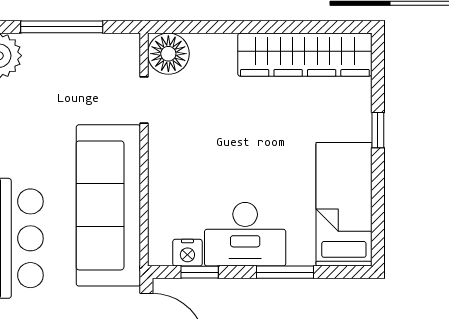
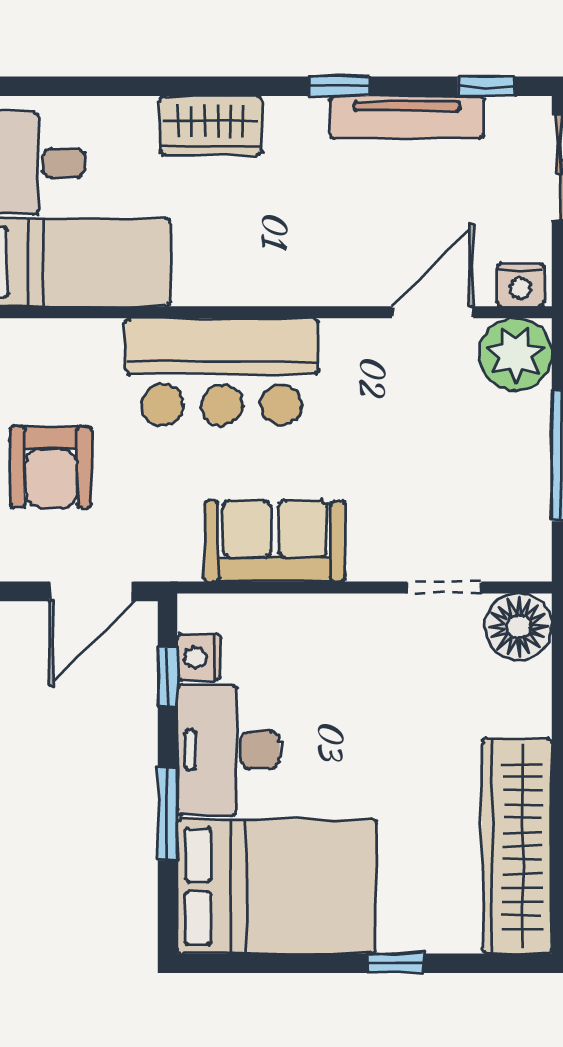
bed: (344, 204) -> (277, 886), width x1.50
sofa: (108, 205) -> (275, 541), width x0.54, depth x0.79

